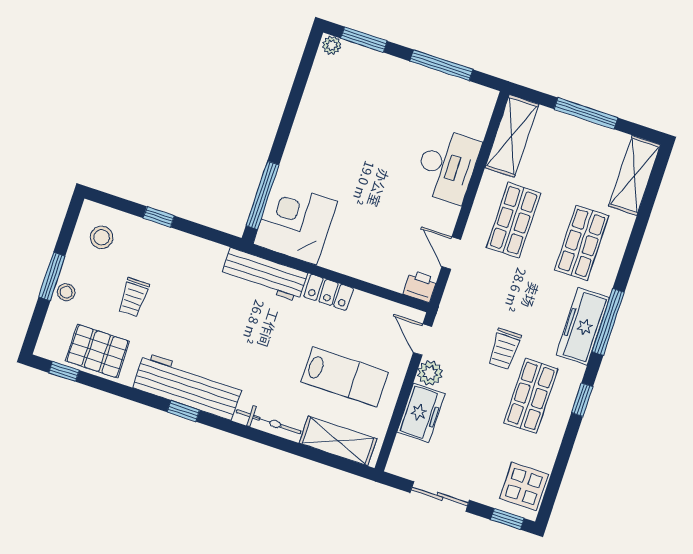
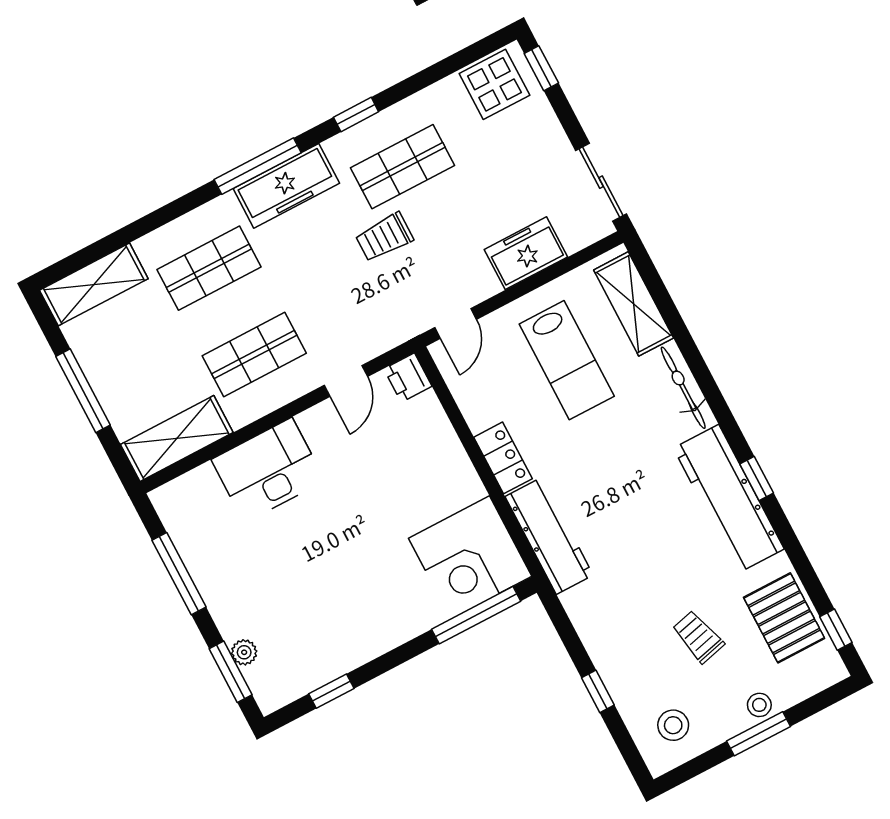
plant: (332, 45) -> (244, 652), moved
window: (301, 81) -> (331, 691), added
trolley: (134, 297) -> (698, 637), turned -104
trolley: (504, 349) -> (384, 237), turned 180
plant: (430, 373) -> (480, 284), removed
lab bench: (345, 377) -> (567, 360), turned 180
sliding door: (440, 496) -> (601, 182), moved

